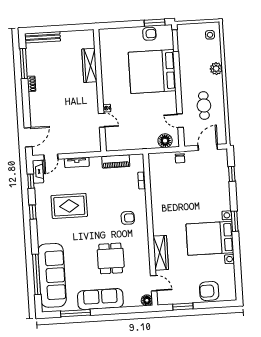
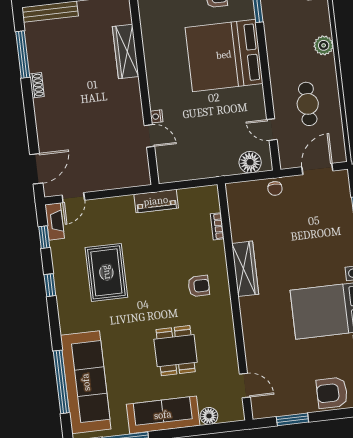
piano: (116, 161) -> (156, 201), moved
tv unit: (77, 162) -> (114, 204), removed
rug: (69, 206) -> (106, 272), turned 90
wardrobe: (161, 253) -> (245, 269), moved
floor lamp: (147, 300) -> (209, 416), moved

